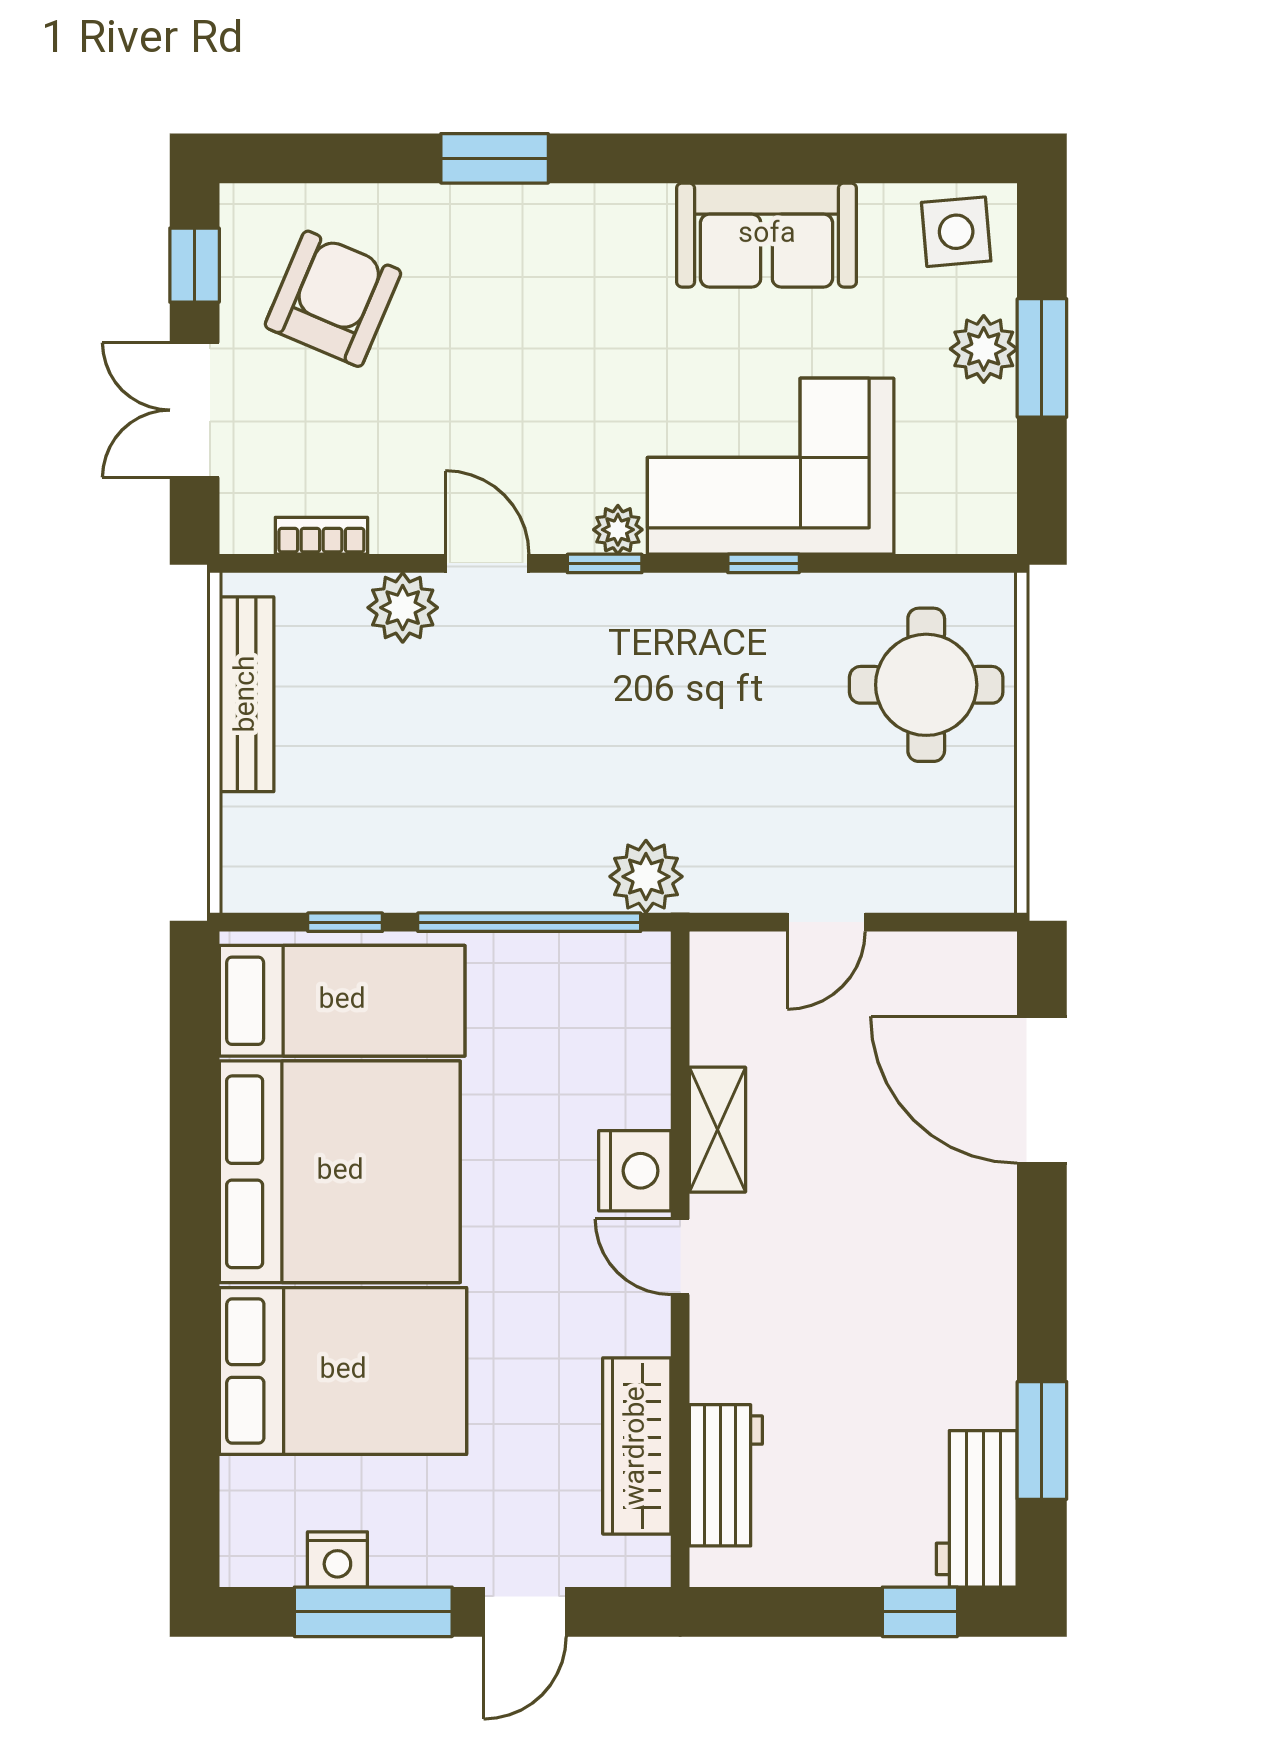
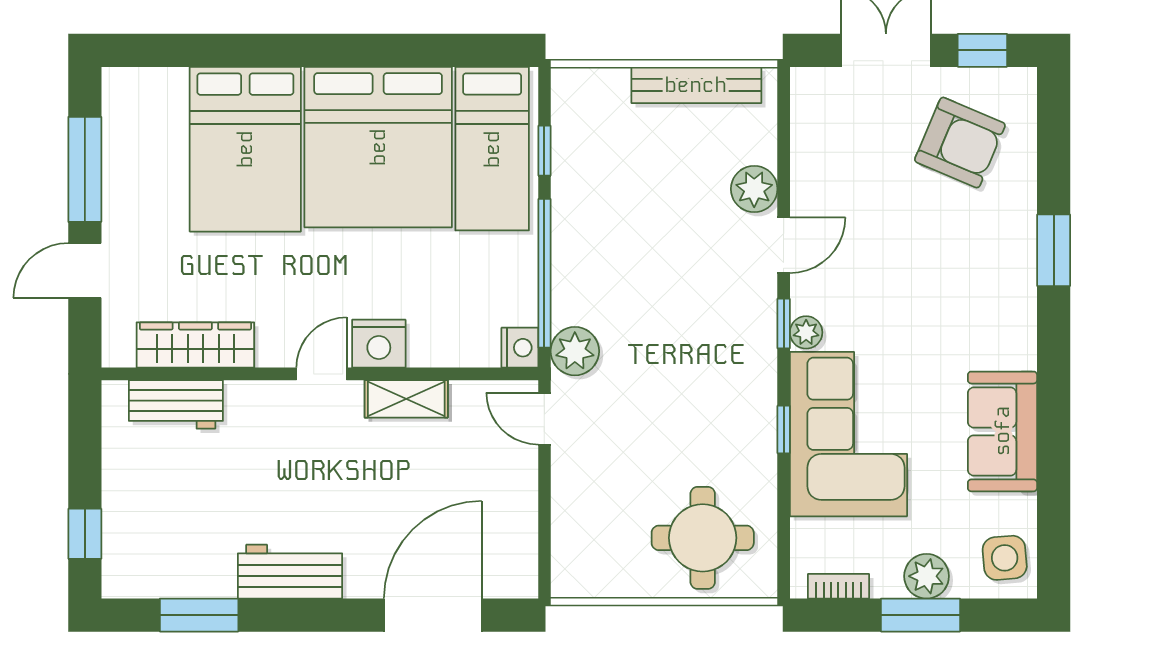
bookcase: (321, 536) -> (838, 586), moved, turned -90
door: (826, 922) -> (544, 419), moved
workbench: (977, 1509) -> (290, 572), moved
nightstand: (337, 1559) -> (520, 348), moved, turned 180
door: (525, 1612) -> (85, 270), hinge flipped

